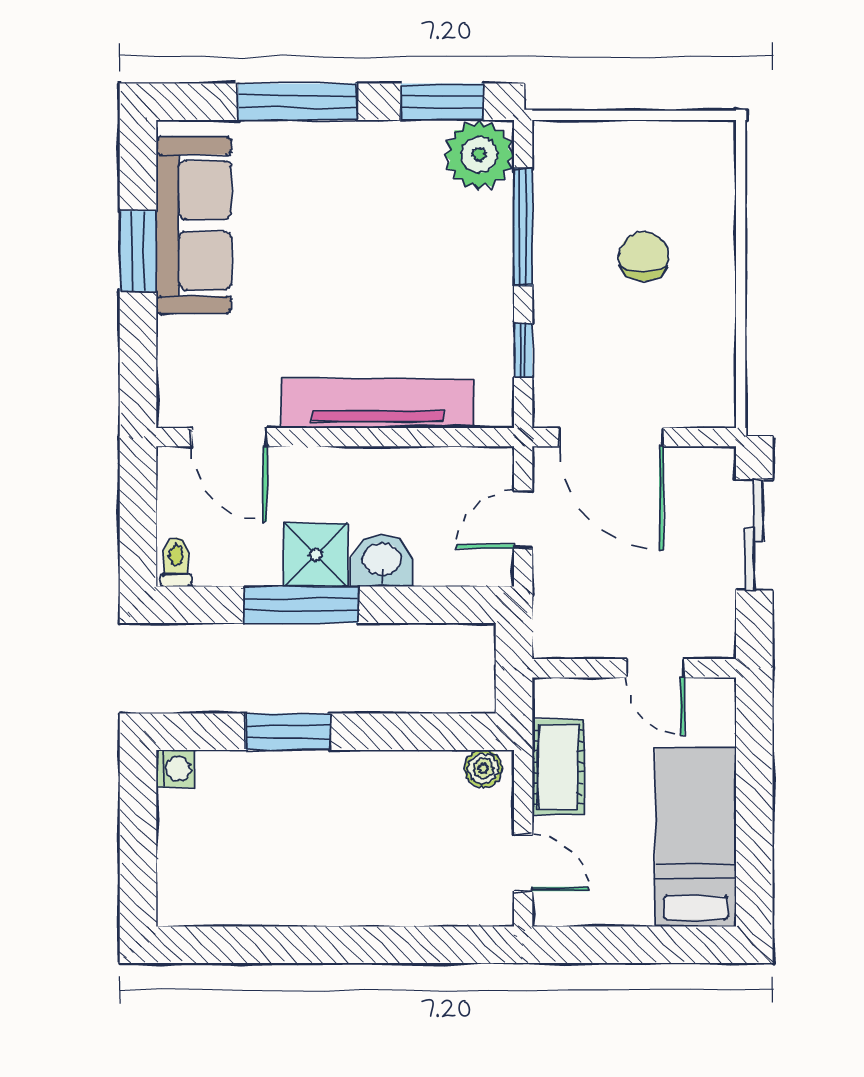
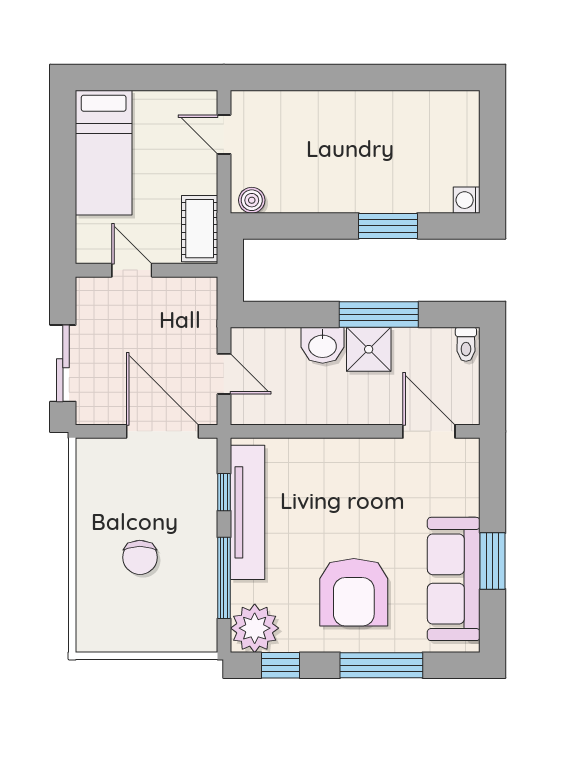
window: (442, 102) -> (280, 665), width x0.67
armchair: (337, 206) -> (354, 592), added
tv unit: (378, 403) -> (247, 512), moved, turned -90
door: (523, 519) -> (224, 374), hinge flipped
cot: (558, 767) -> (200, 229), moved

